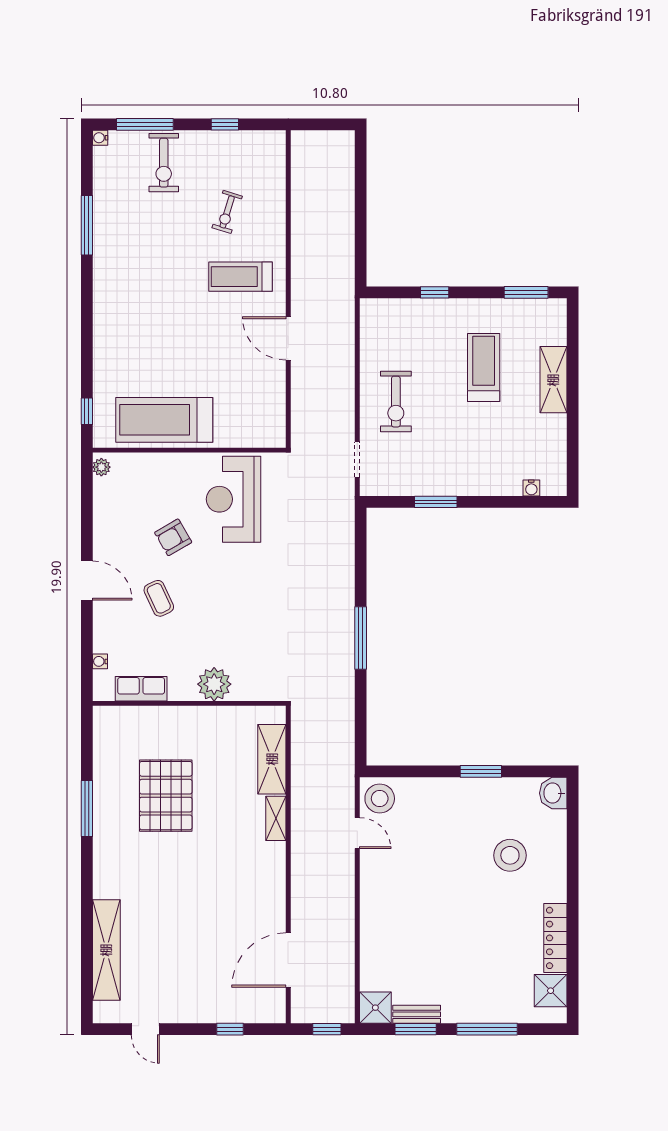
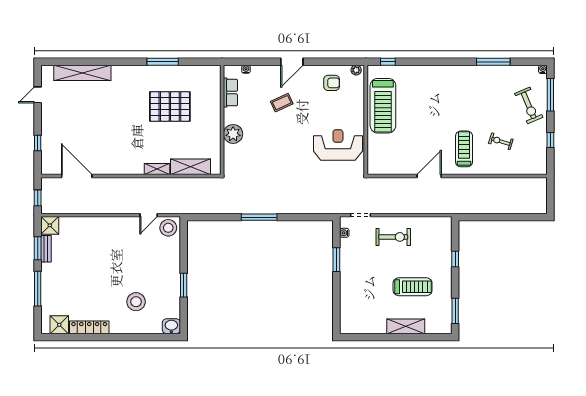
exercise bike: (164, 163) -> (529, 105), turned -113
exercise bike: (396, 402) -> (393, 237), turned 180
treadmill: (164, 420) -> (383, 106), turned 180
water cooler: (531, 488) -> (344, 233), moved
armchair: (173, 537) -> (332, 83), moved, turned 120

